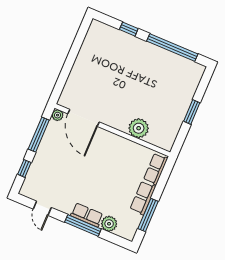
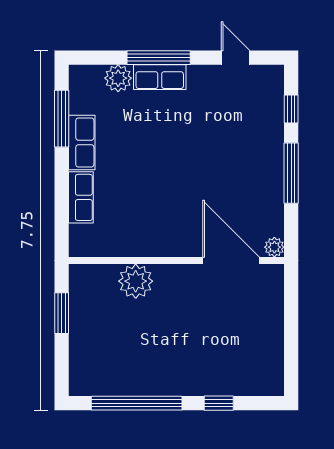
plant: (58, 115) -> (274, 247), moved
door: (84, 118) -> (231, 260), moved
plant: (139, 128) -> (136, 281), moved
wall: (112, 130) -> (176, 260), moved

